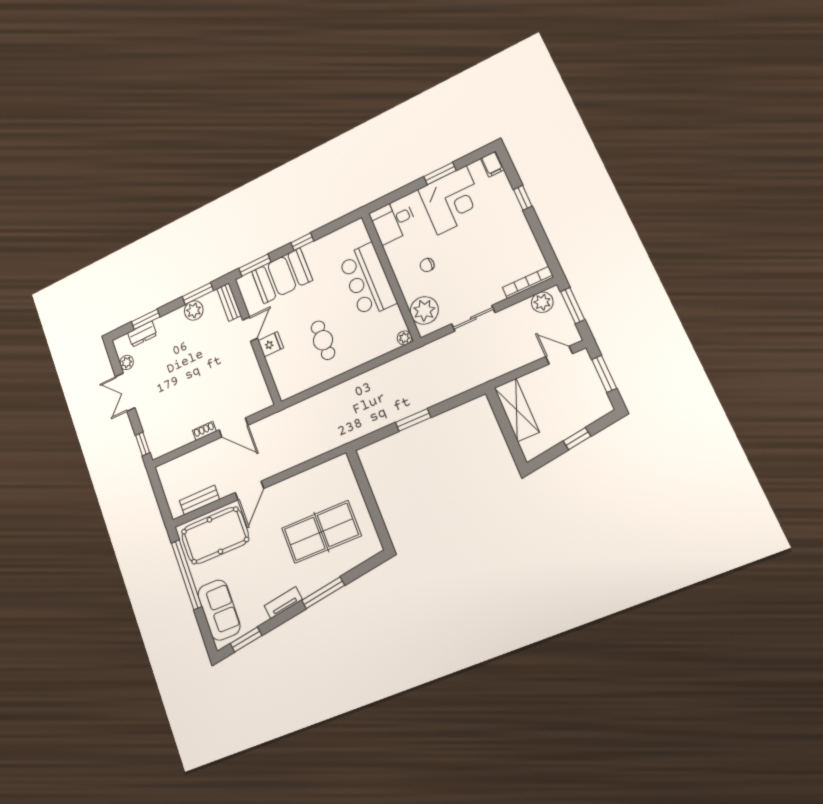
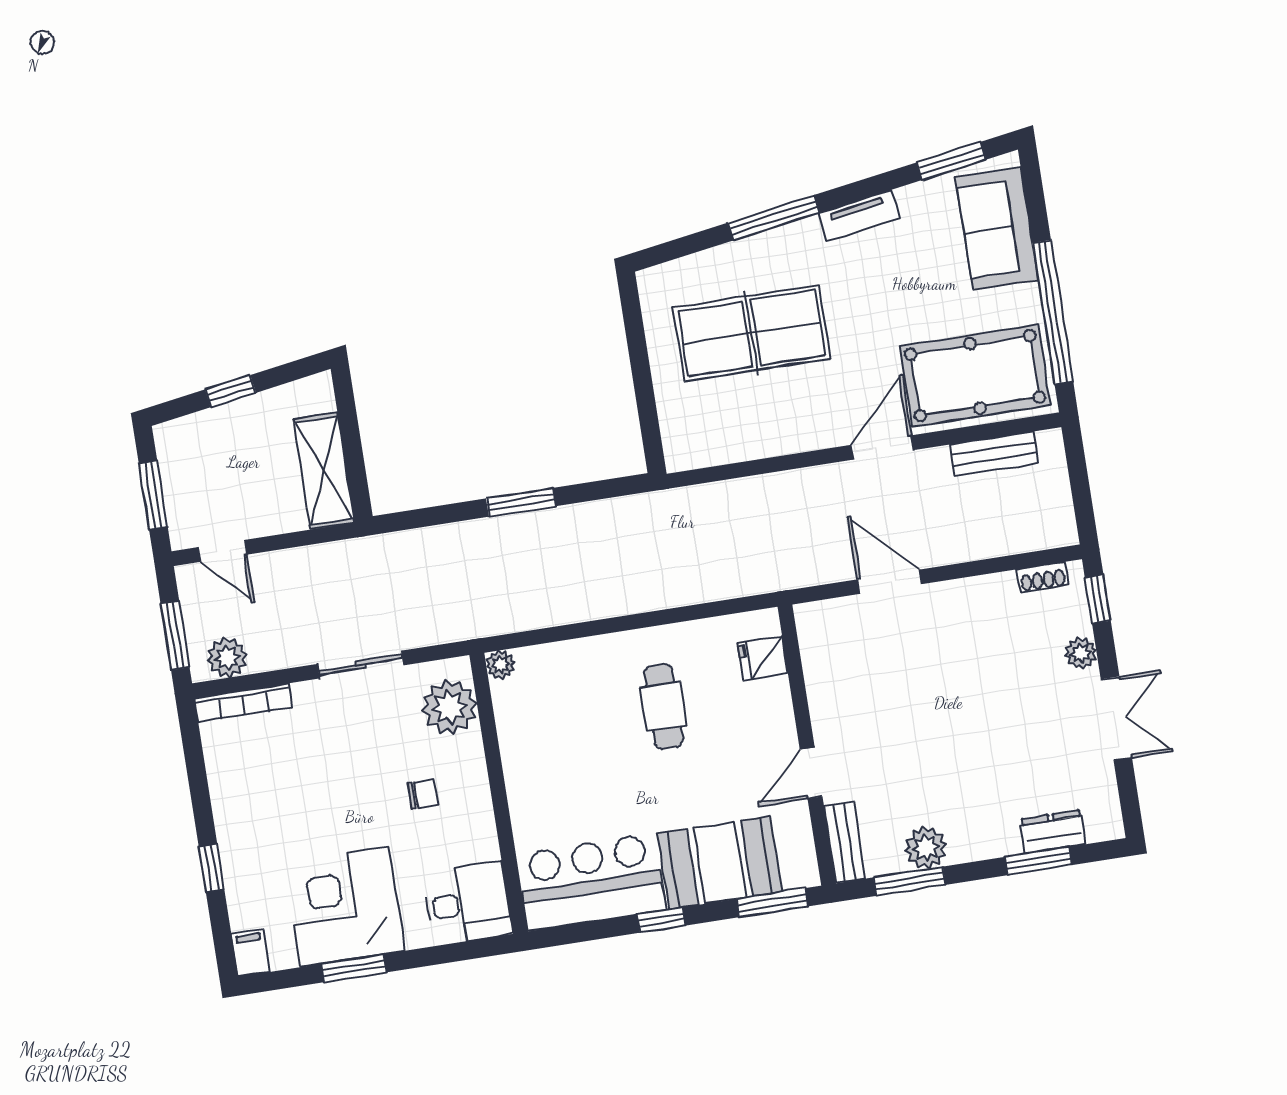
bar counter: (367, 280) -> (591, 882), moved, turned -90
fridge: (271, 344) -> (763, 658), moved
plant: (127, 362) -> (1081, 653), moved
shoe rack: (204, 431) -> (1043, 577), moved

